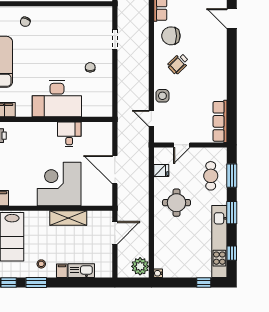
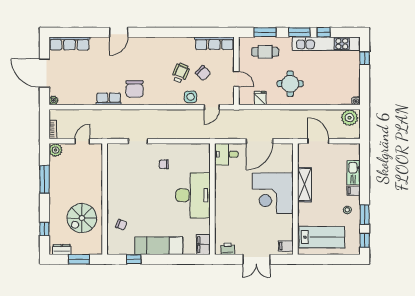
wheelchair: (178, 64) -> (180, 73), moved, turned -113
chair: (188, 109) -> (203, 73), added
desk: (69, 134) -> (226, 154), moved
window: (232, 253) -> (324, 32), moved

